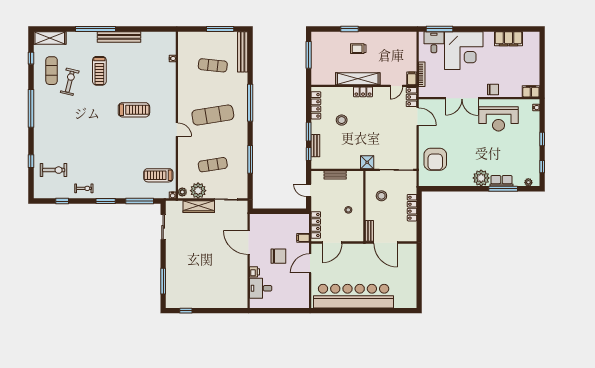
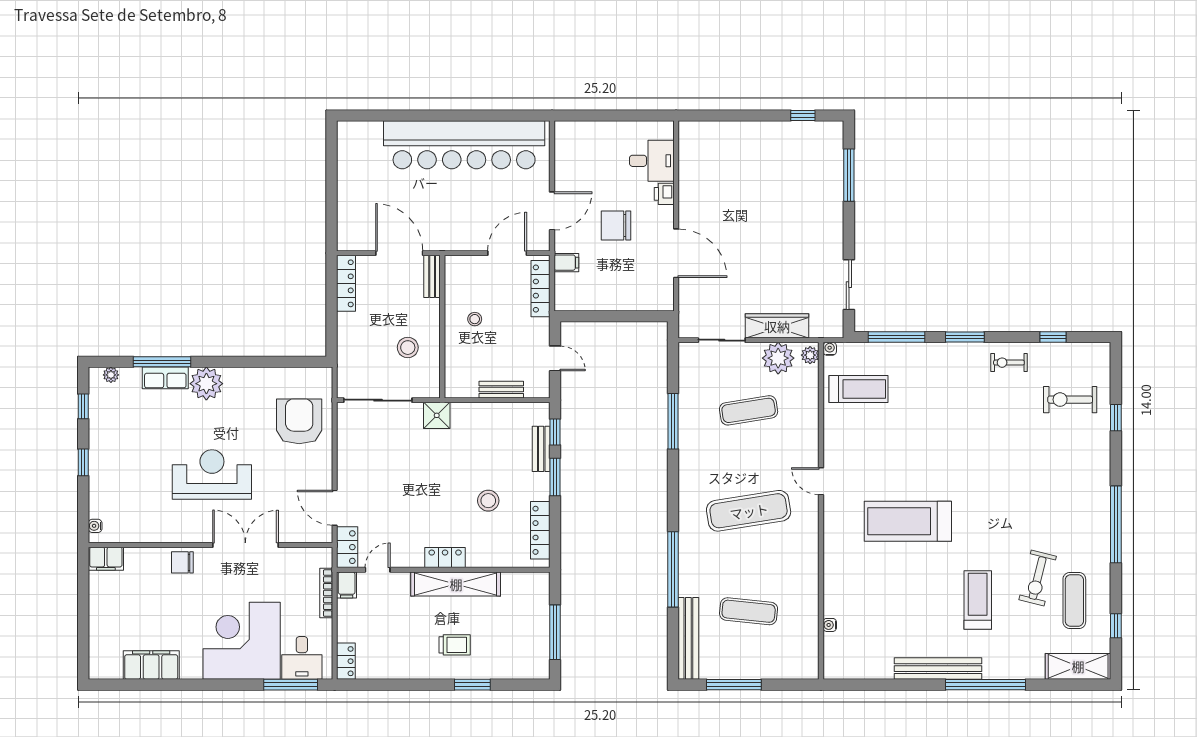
locker: (412, 41) -> (346, 661), added
window: (250, 103) -> (673, 569), moved
treadmill: (134, 110) -> (908, 521), width x1.37, depth x1.38
reception desk: (499, 119) -> (212, 474), moved
locker: (412, 208) -> (346, 283), moved

